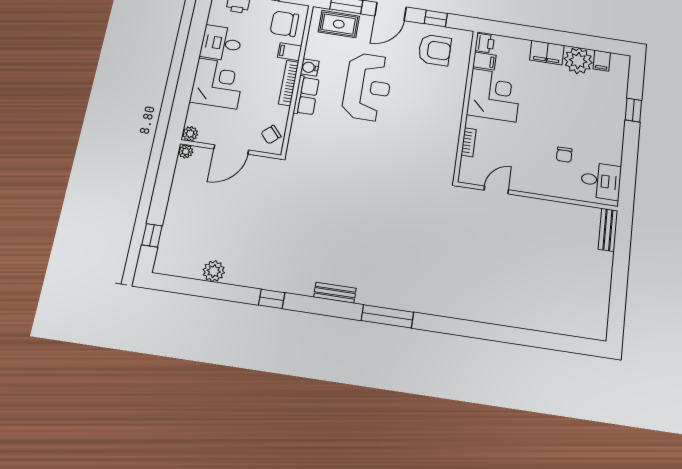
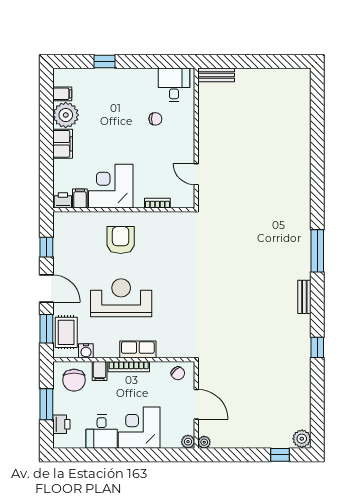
armchair: (435, 50) -> (121, 240), moved
water cooler: (310, 67) -> (86, 351), moved
plant: (214, 271) -> (302, 439), moved

